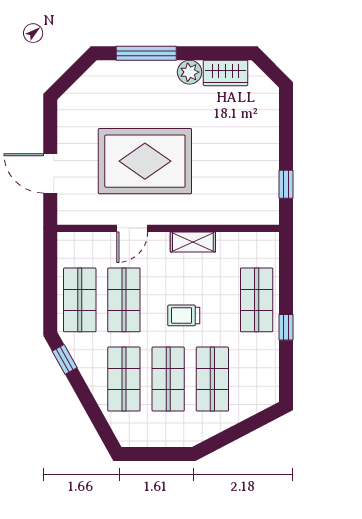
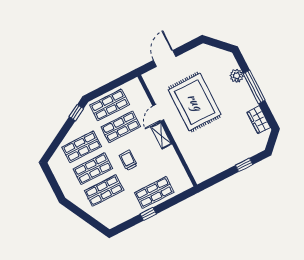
window: (146, 53) -> (254, 87), moved
plant: (190, 72) -> (237, 76), moved
window: (286, 184) -> (244, 165), moved
door: (132, 228) -> (158, 113), hinge flipped
shelving: (193, 242) -> (161, 135), moved

